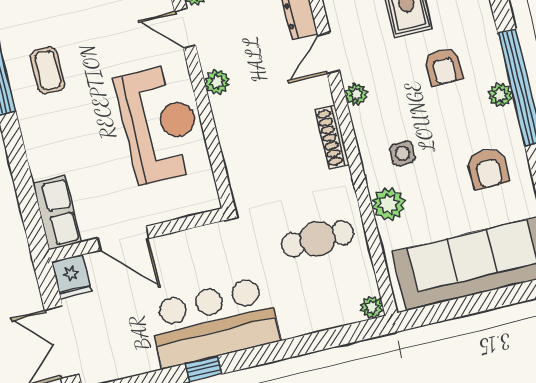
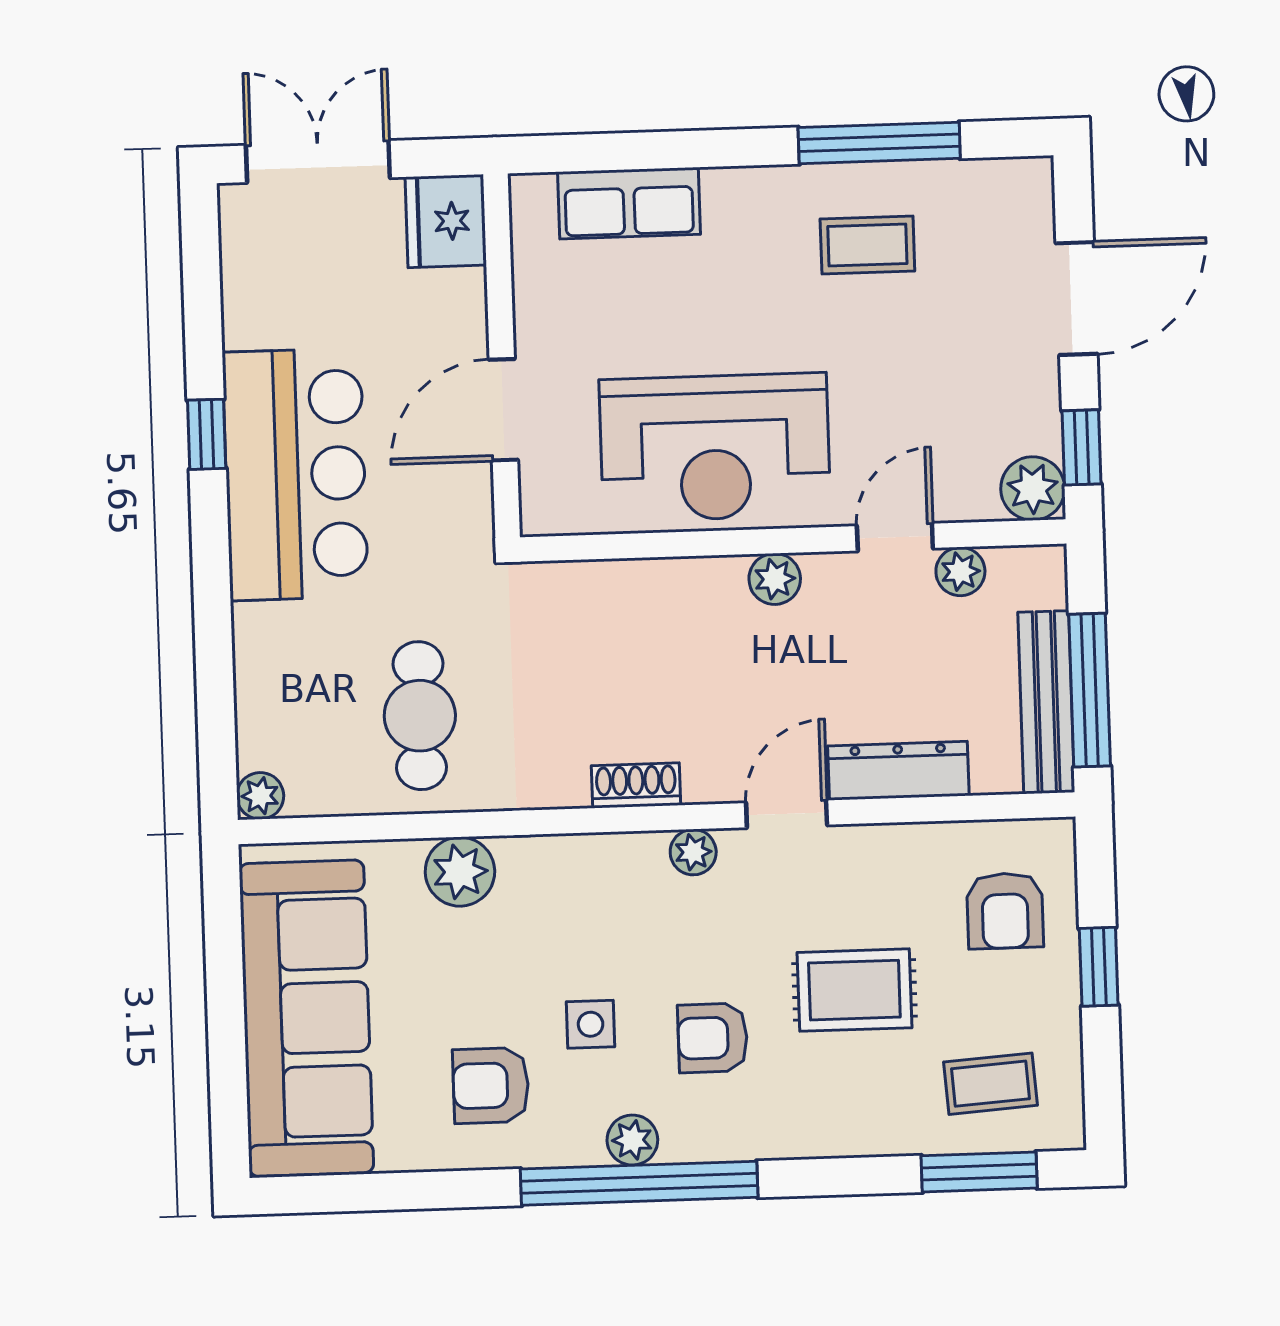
door: (329, 53) -> (787, 814), hinge flipped
shoe rack: (332, 137) -> (636, 785), width x0.70
side table: (402, 154) -> (591, 1024), moved
row of seats: (57, 213) -> (629, 203), moved
door: (123, 238) -> (503, 410), moved
fridge: (72, 277) -> (446, 221), width x1.38

